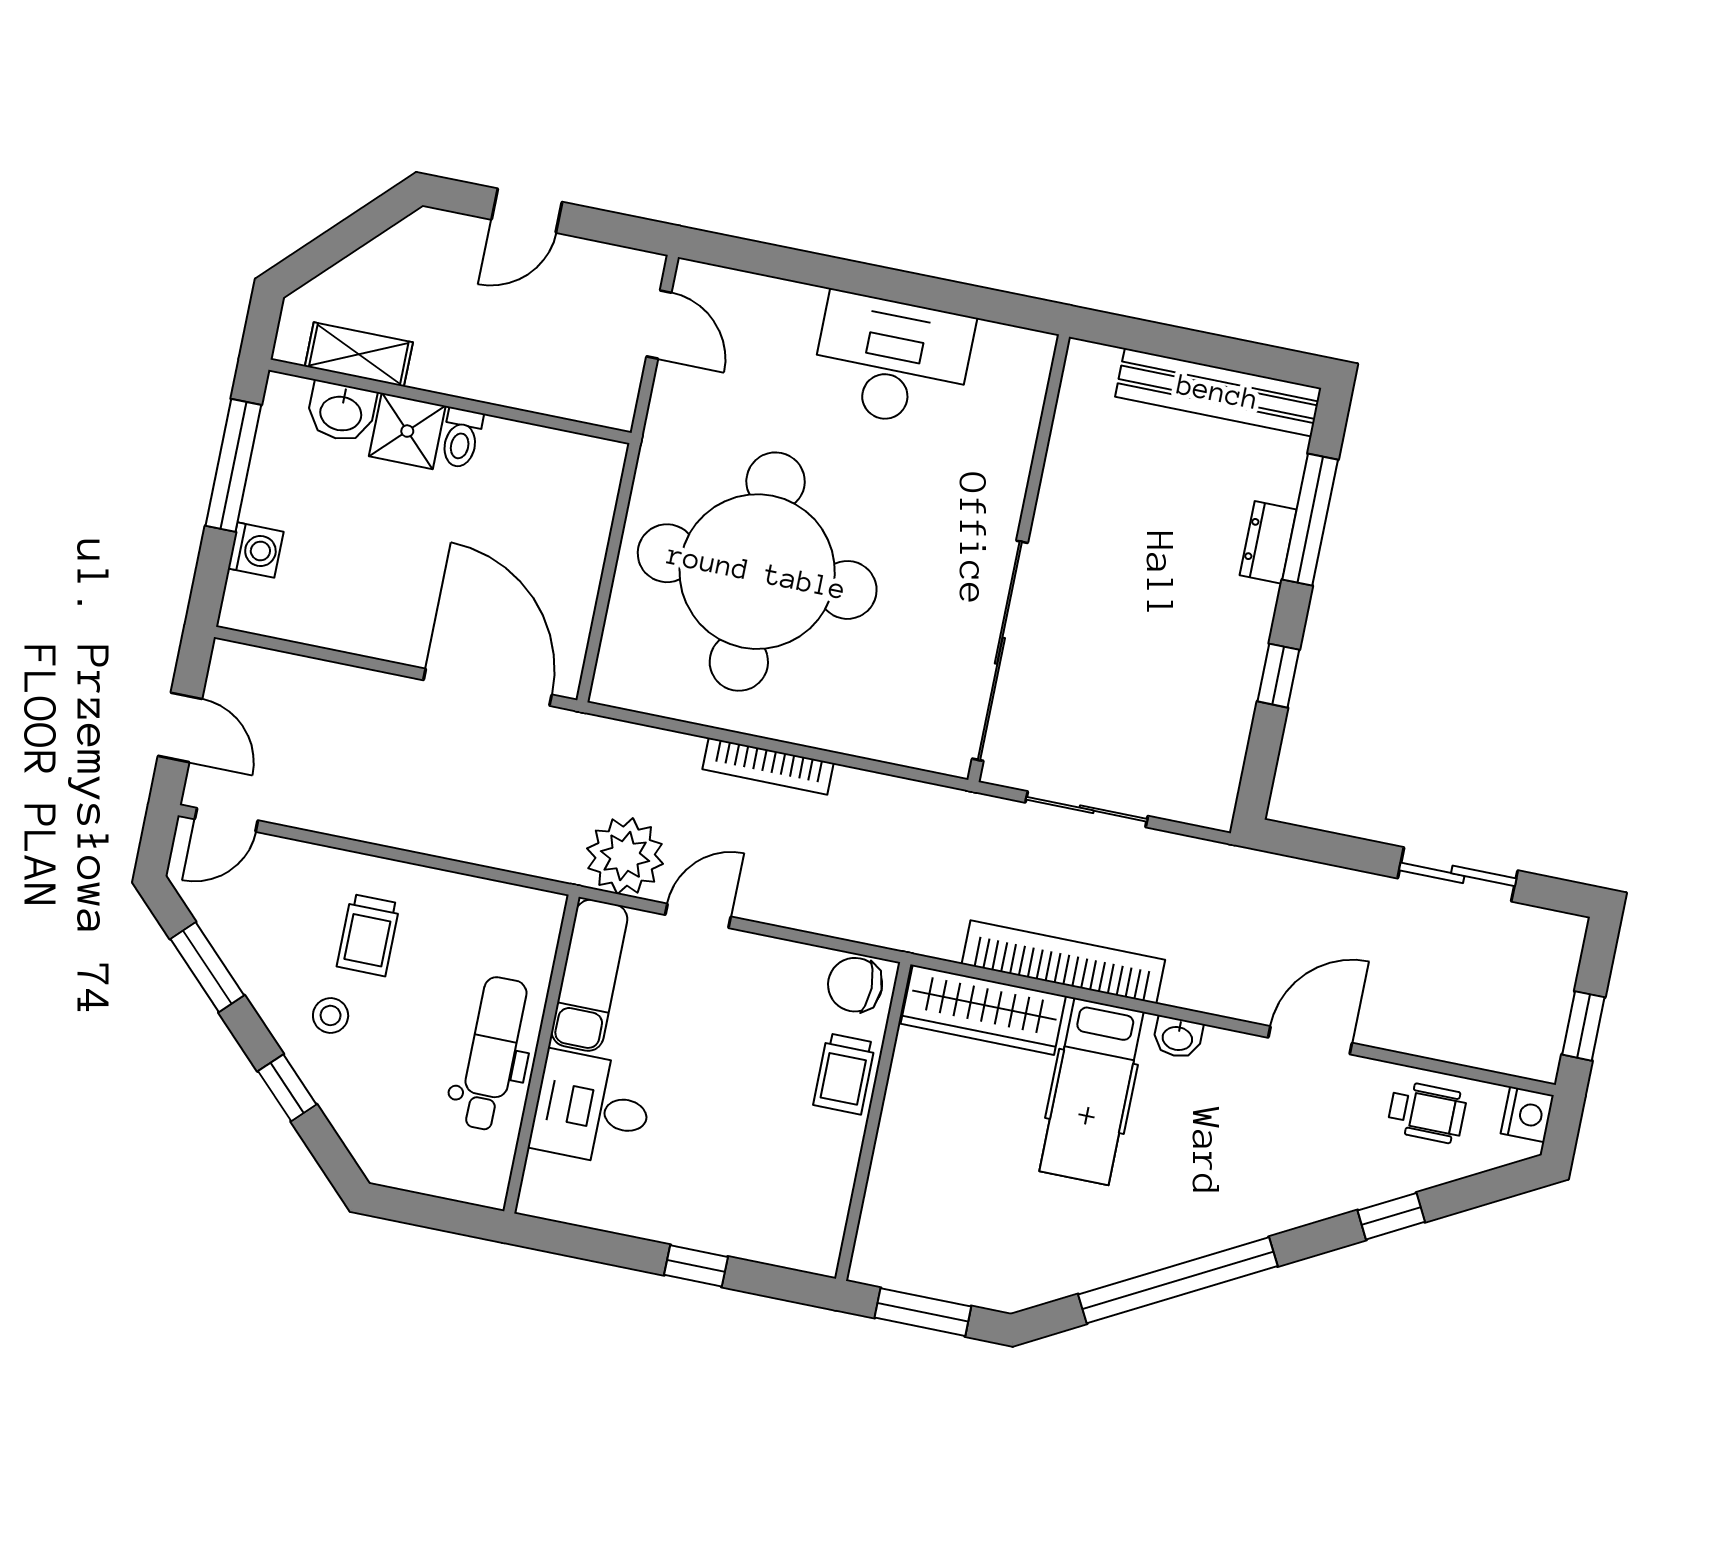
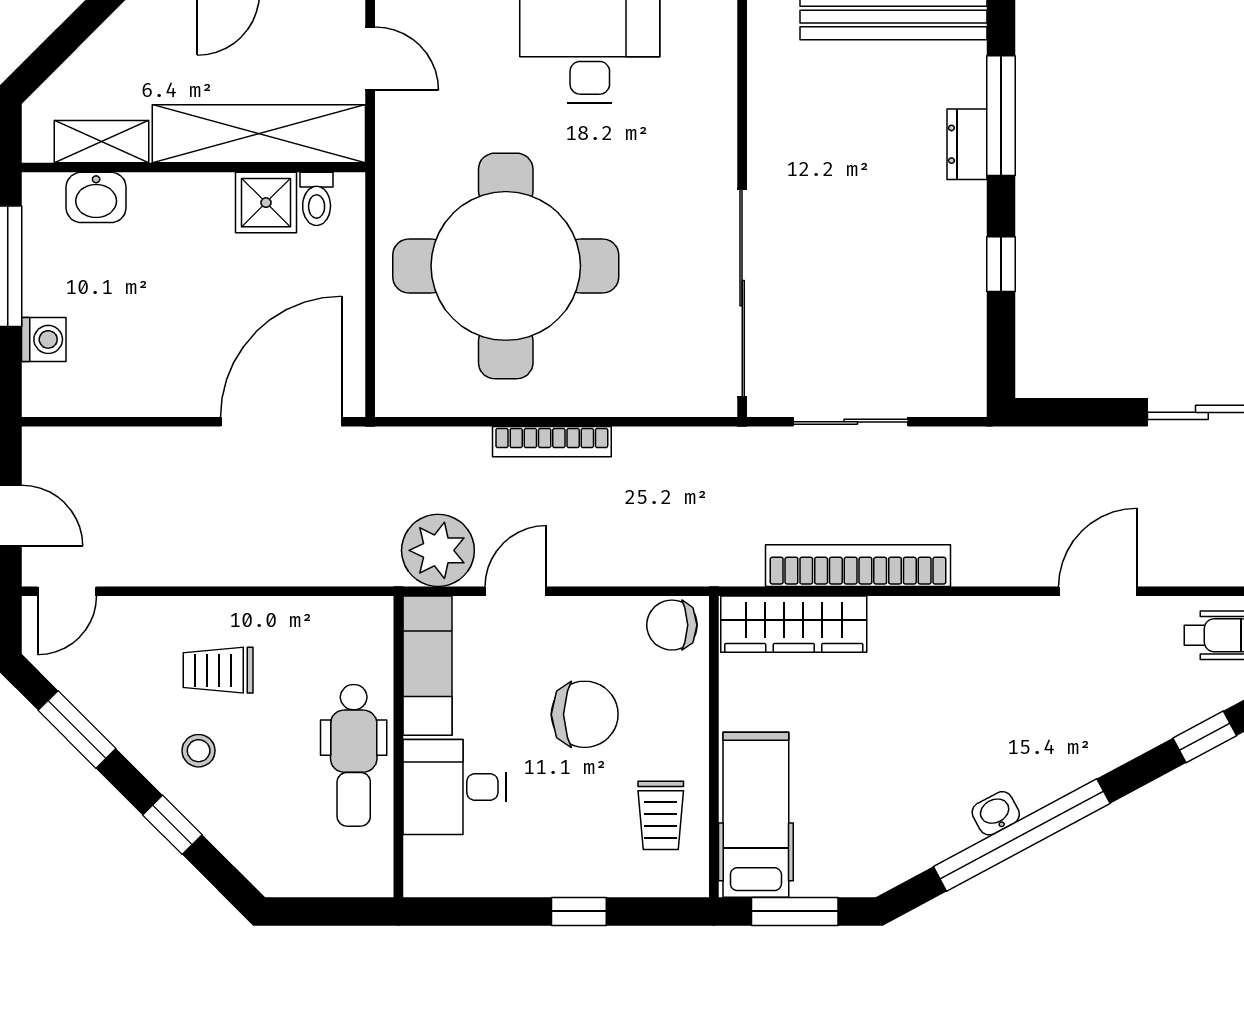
shelving: (526, 380) -> (259, 134), added
shower: (407, 431) -> (266, 203), moved
toilet: (461, 438) -> (317, 199), moved
door: (488, 687) -> (281, 422), hinge flipped
trolley: (368, 935) -> (218, 670), turned 90
washbasin: (1178, 1037) -> (996, 813), moved, turned 152
dental chair: (493, 1054) -> (354, 755), turned 180
chair: (744, 1060) -> (585, 714), added
trolley: (844, 1074) -> (661, 815), moved
hospital bed: (1091, 1091) -> (756, 815), moved, turned 180

